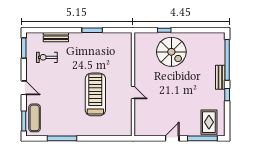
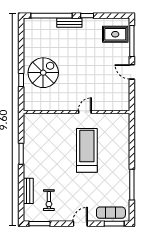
treadmill: (95, 94) -> (87, 150), turned 90

